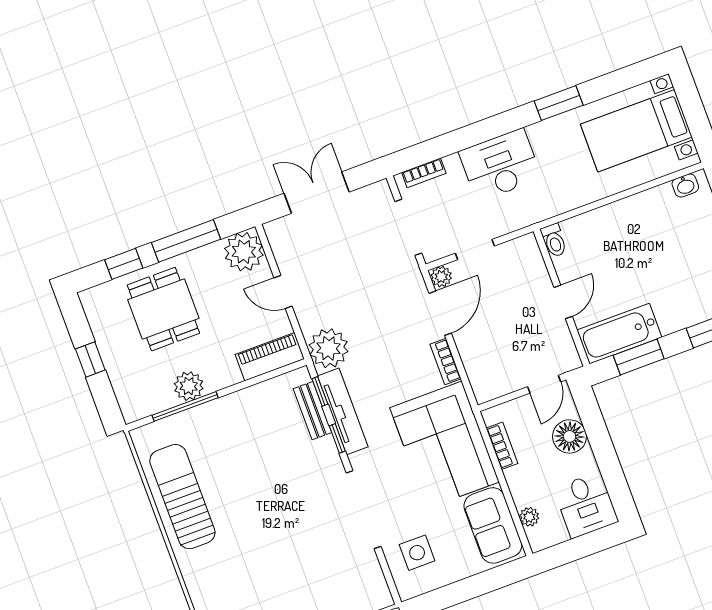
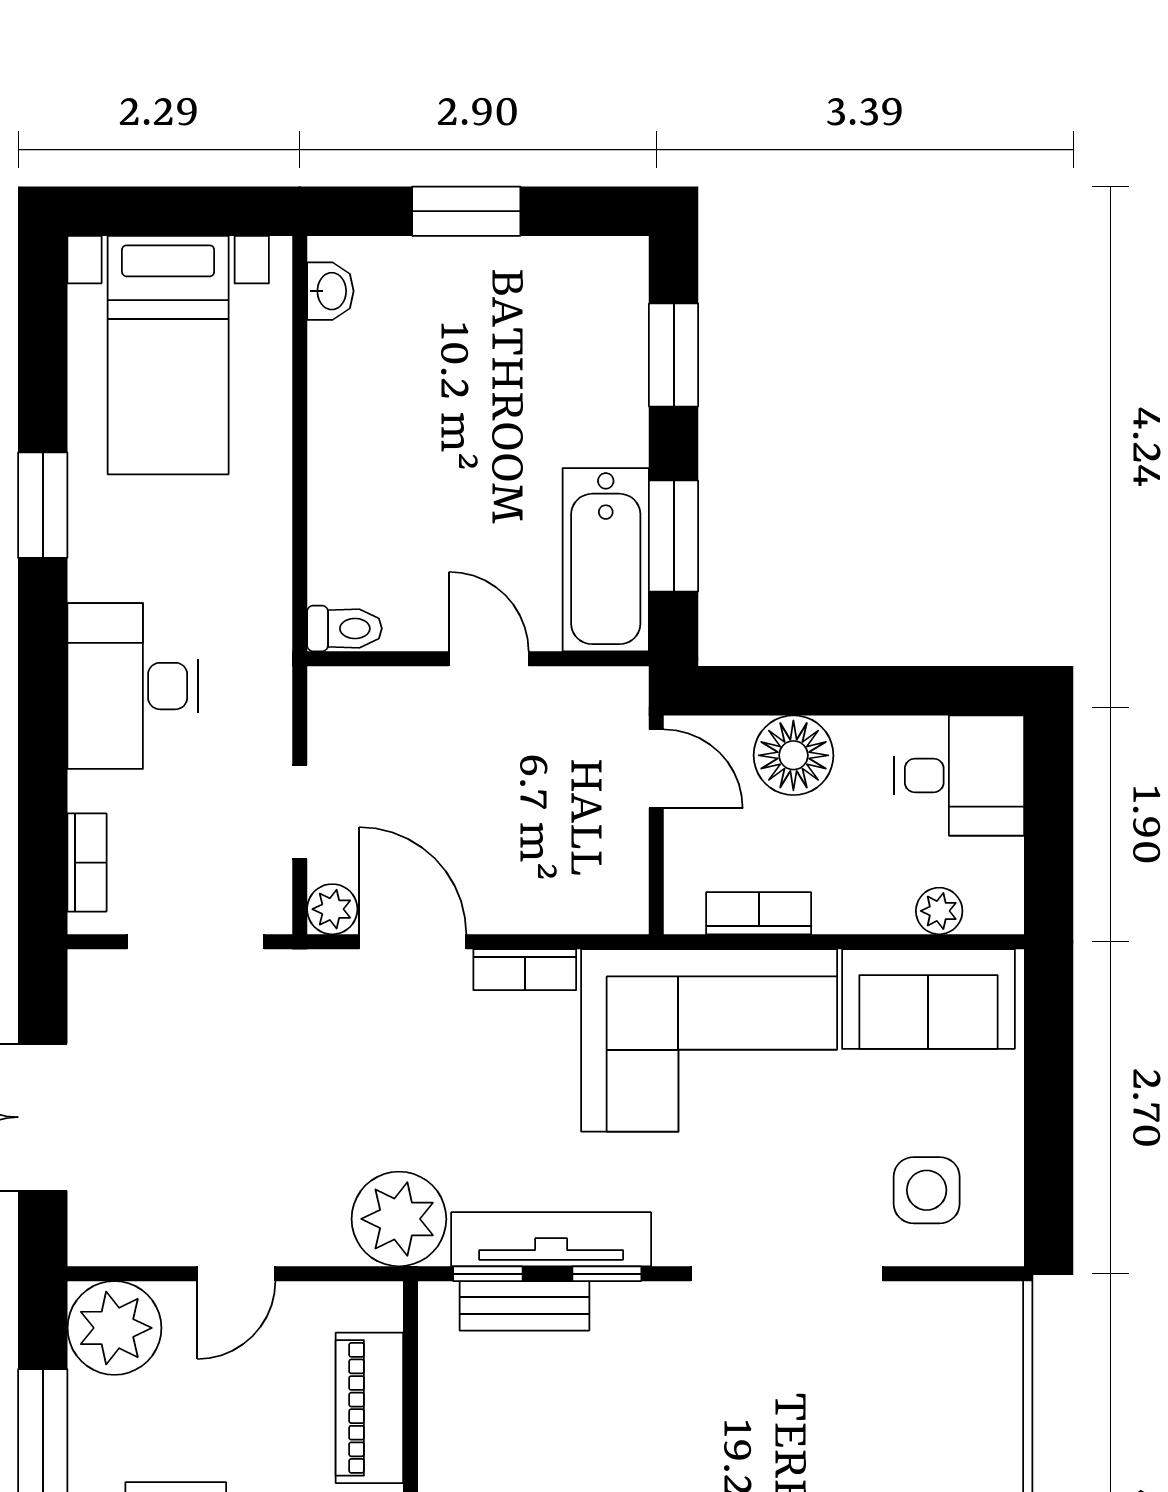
piano: (270, 357) -> (369, 1408), moved

